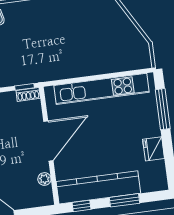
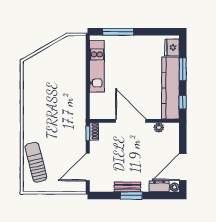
kitchen unit: (101, 89) -> (97, 66), width x0.73
fridge: (154, 149) -> (172, 47), moved, turned 90

